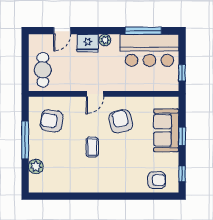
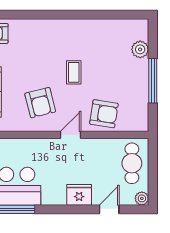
plant: (105, 40) -> (142, 198), moved
armchair: (52, 121) -> (104, 114), moved

